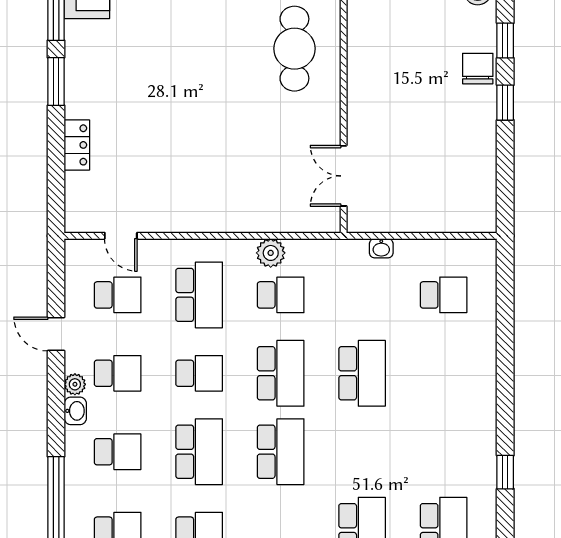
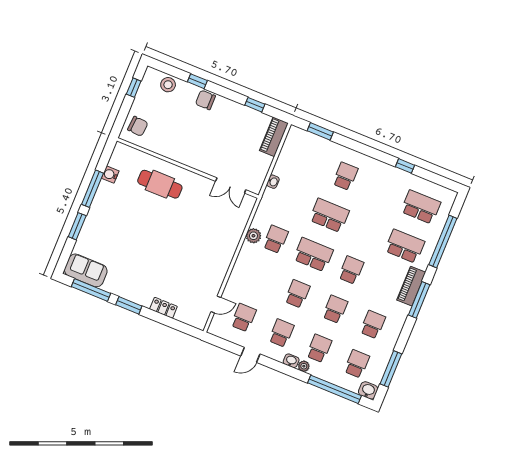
window: (505, 103) -> (255, 105), moved
piano: (462, 217) -> (274, 137), added
school desk: (199, 295) -> (260, 278), removed
school desk: (444, 295) -> (345, 176), moved
window: (505, 296) -> (320, 131), added
plant: (75, 384) -> (304, 366), moved
school desk: (199, 452) -> (335, 309), width x0.54
school desk: (281, 452) -> (351, 270), width x0.54

